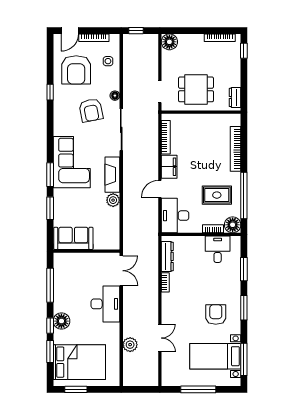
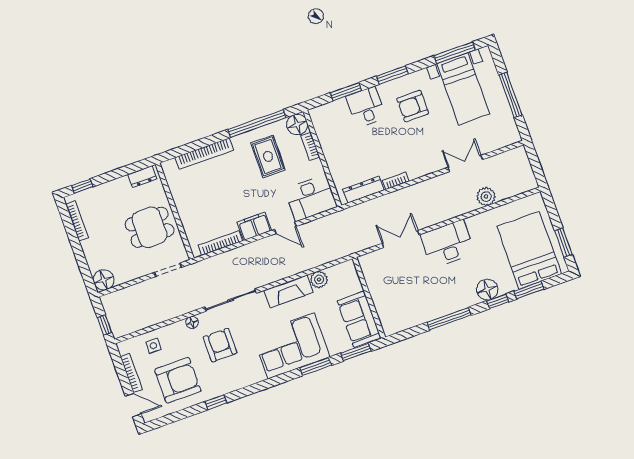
dining table: (196, 89) -> (150, 227), turned 90
armchair: (91, 110) -> (220, 345), turned -79
sofa: (73, 238) -> (359, 319), moved
desk: (218, 249) -> (366, 107), moved, turned 90
wall: (86, 251) -> (369, 298), moved

